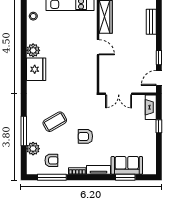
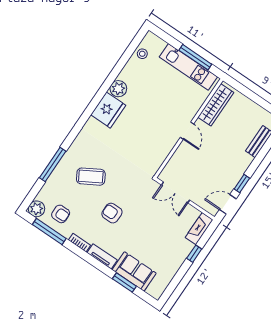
plant: (33, 149) -> (37, 209), moved

